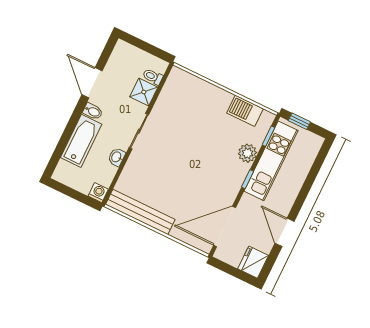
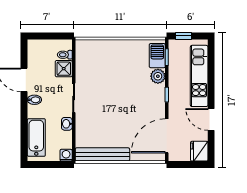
barbecue: (245, 111) -> (157, 56), moved, turned 90
bathtub: (81, 141) -> (36, 137), moved
kitchen unit: (271, 161) -> (199, 76), moved, turned 180

